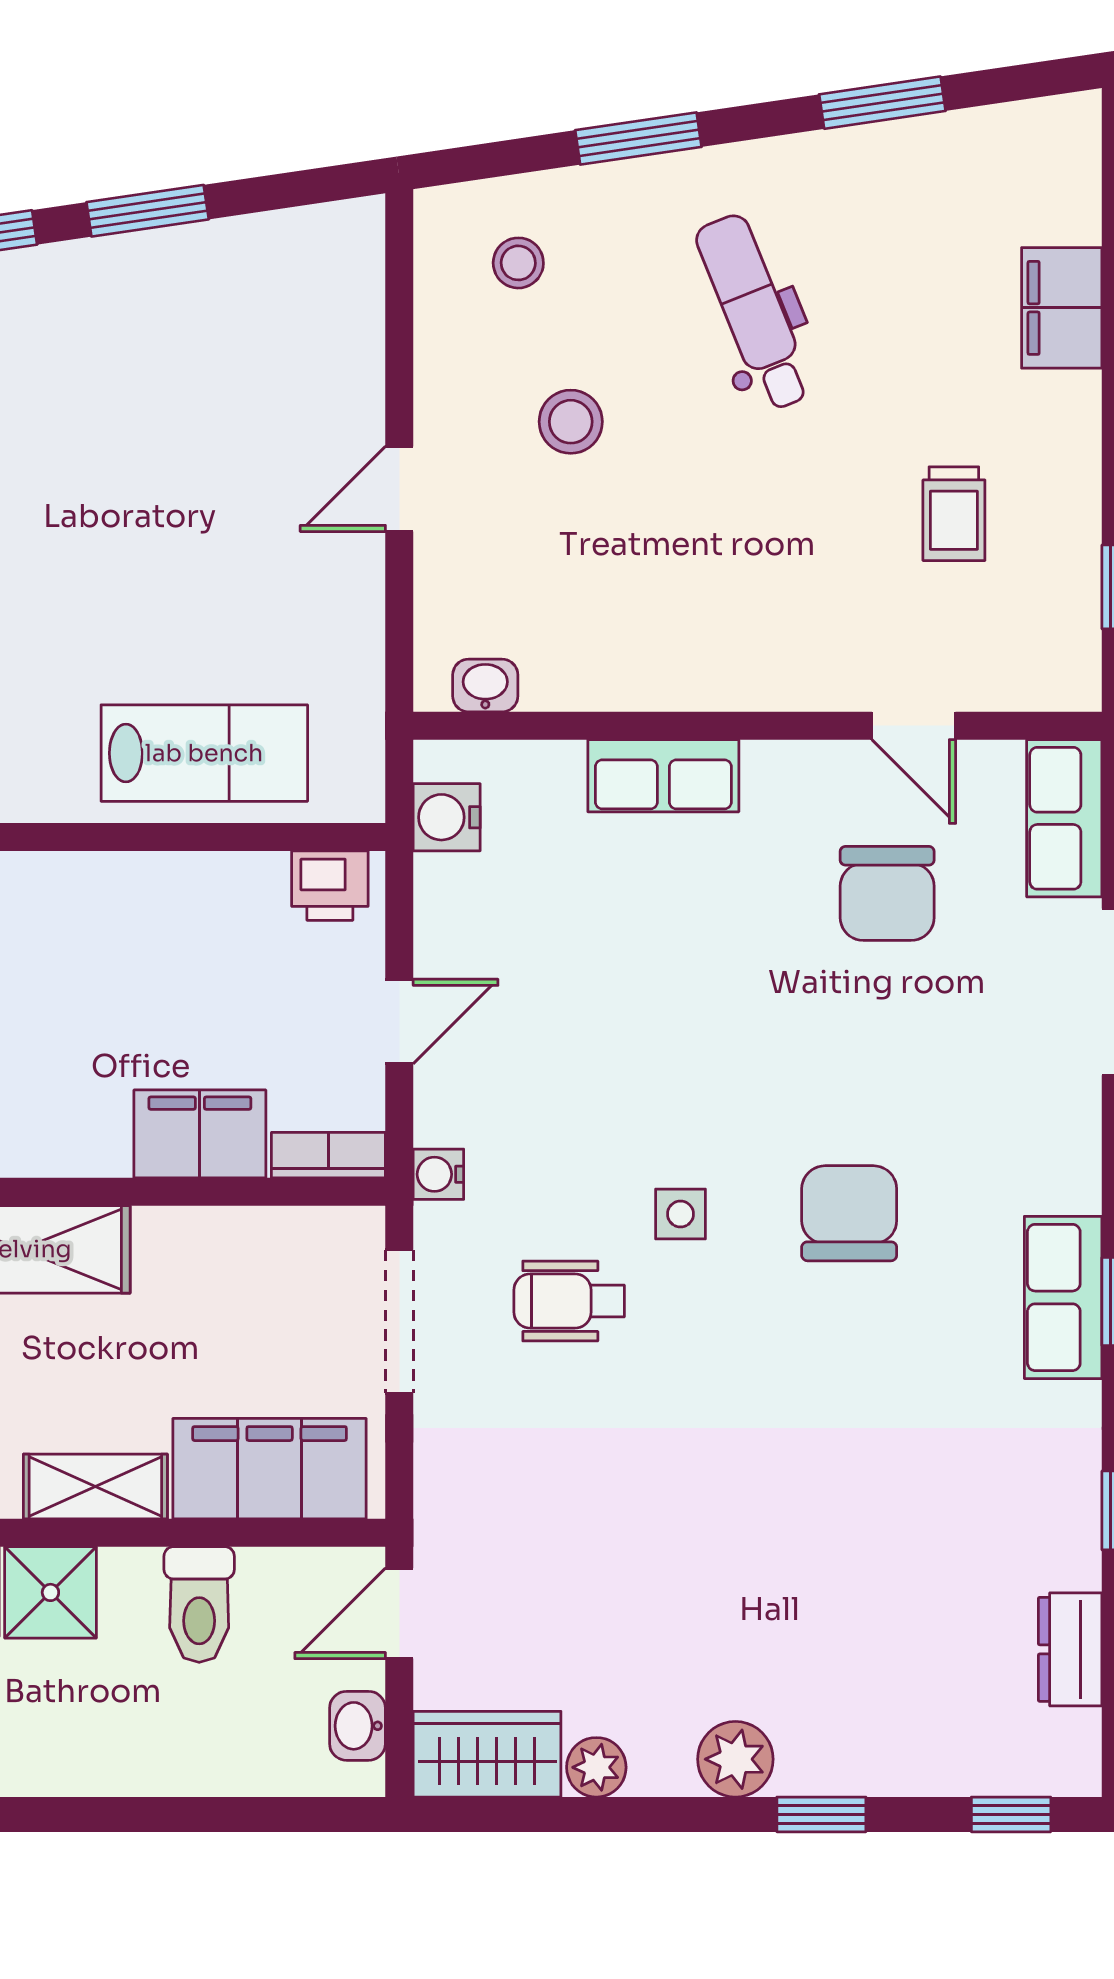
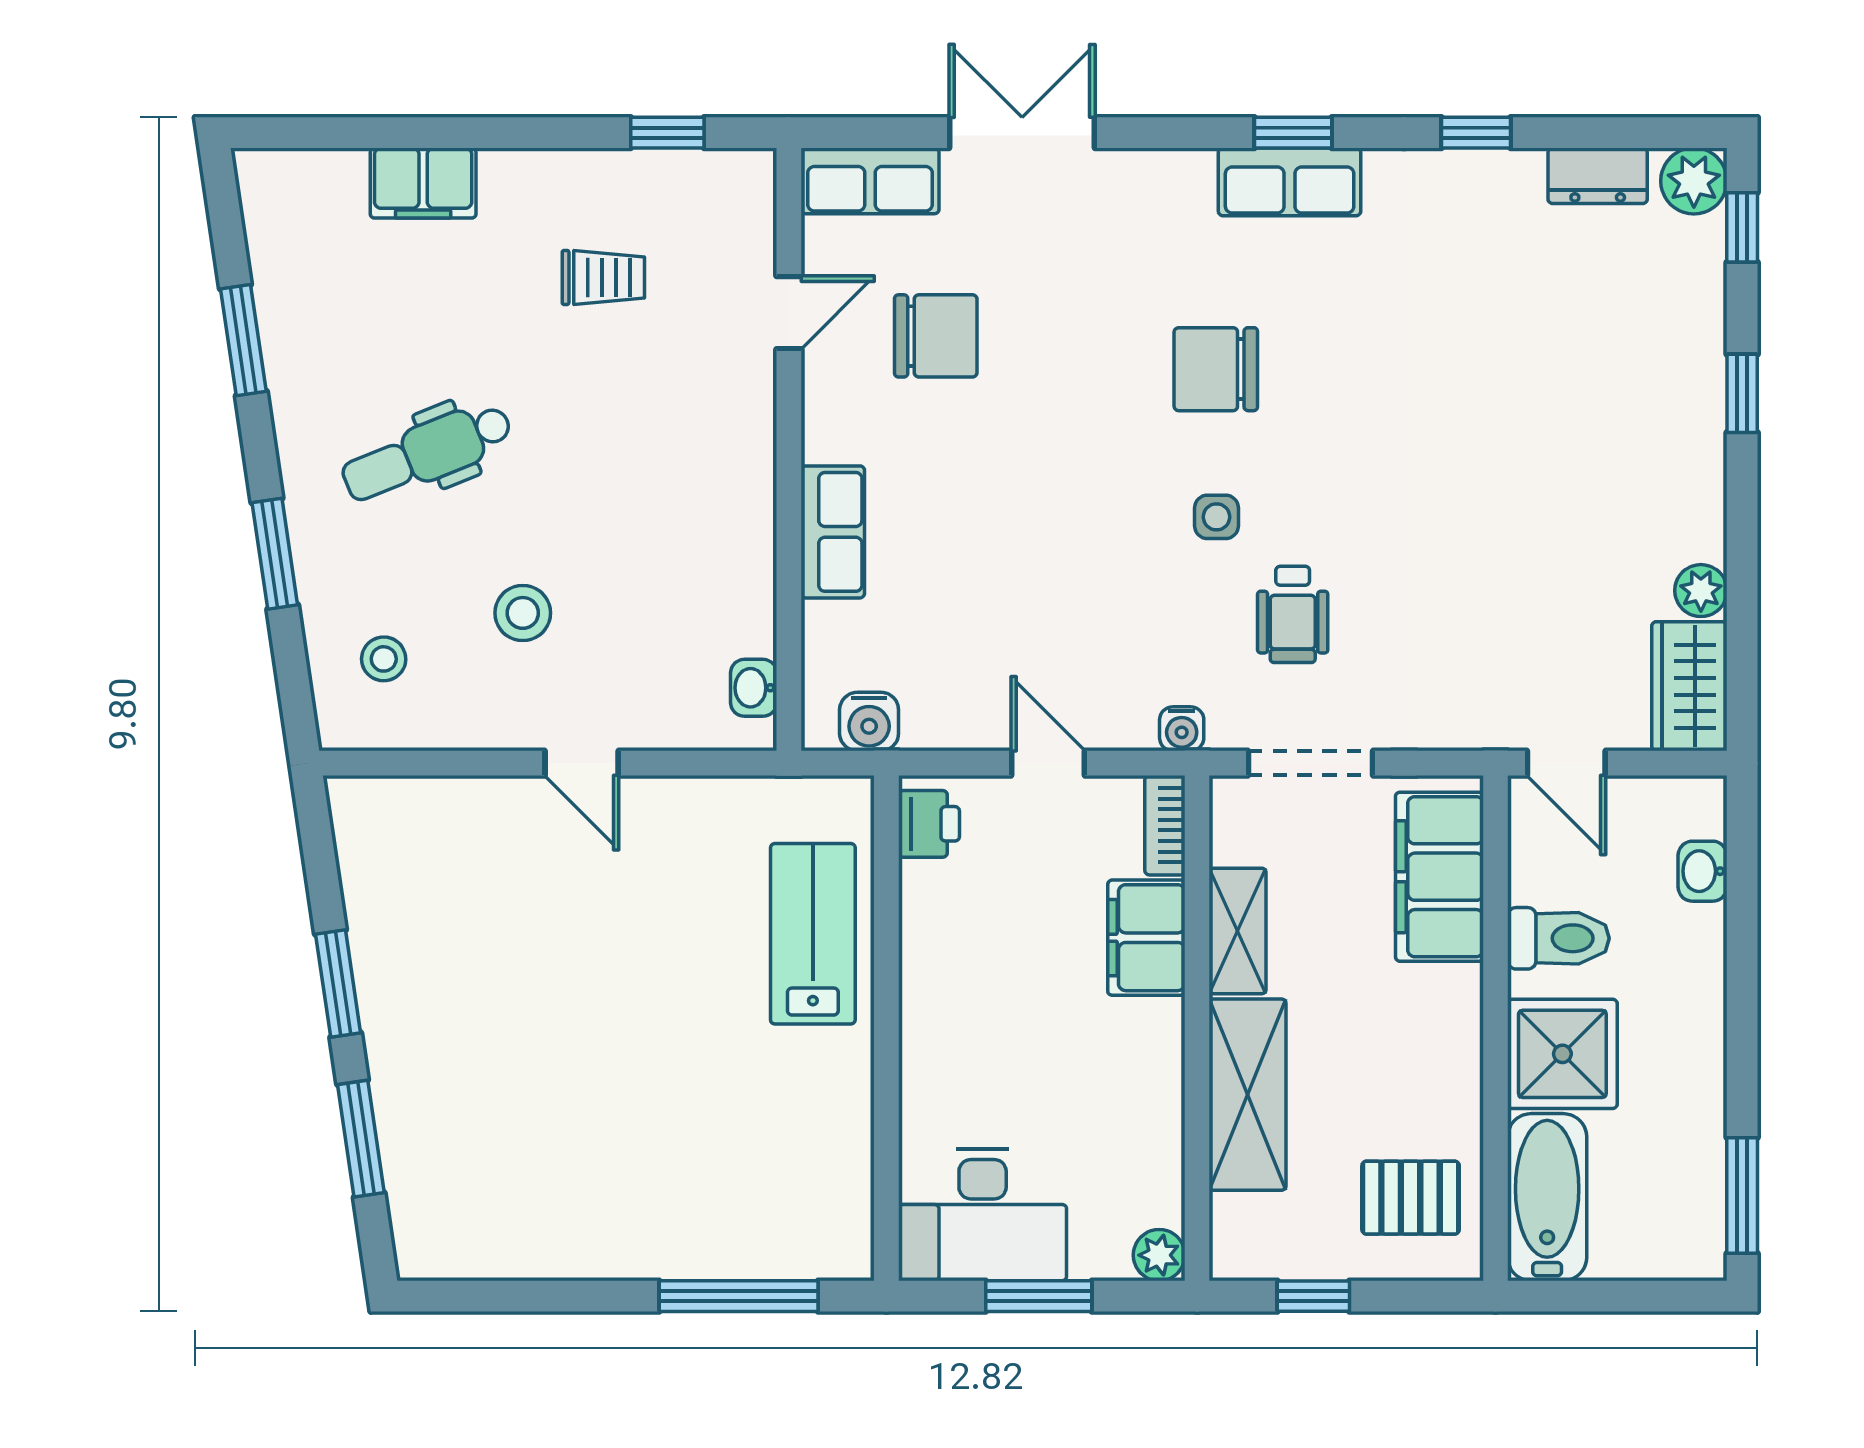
shelving: (95, 1486) -> (1238, 931), moved
shower: (50, 1592) -> (1562, 1054), width x1.36, depth x1.36
washbasin: (358, 1726) -> (1703, 871), moved, turned 90
plant: (735, 1759) -> (1694, 181), moved

